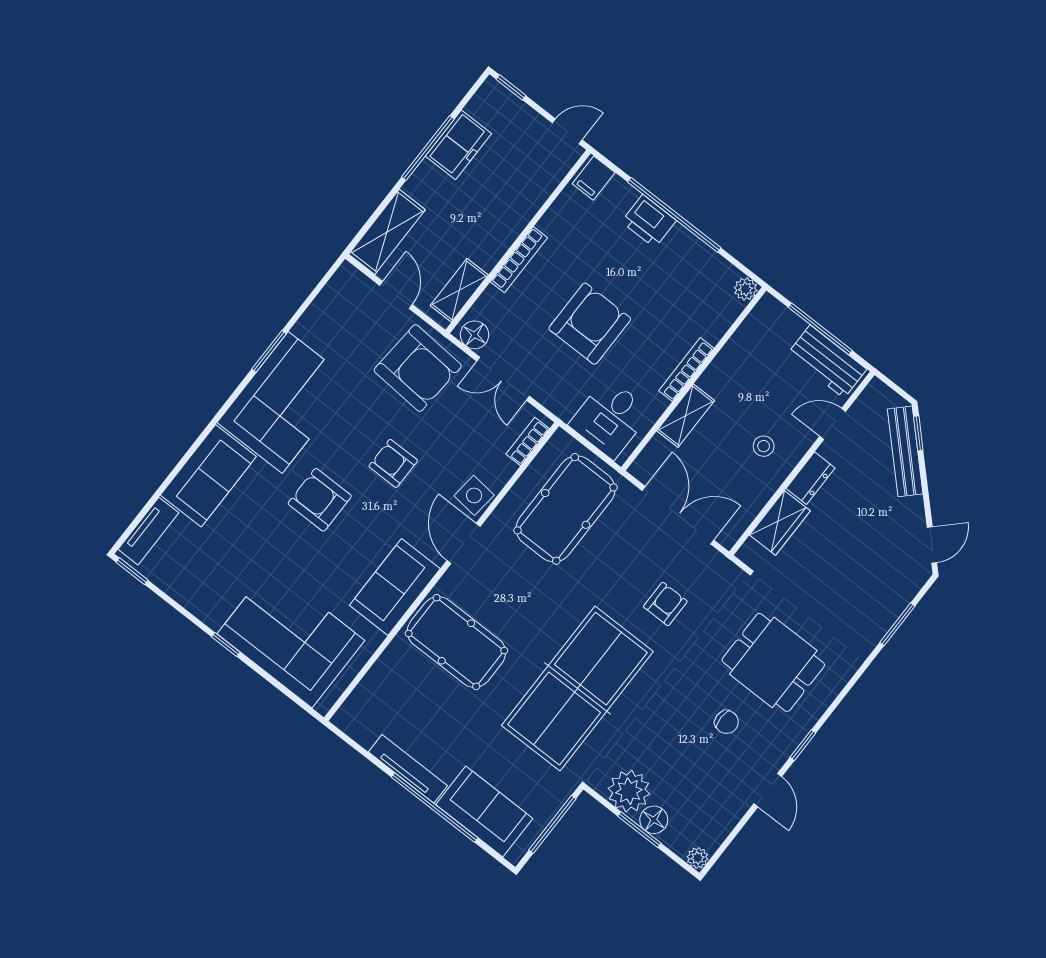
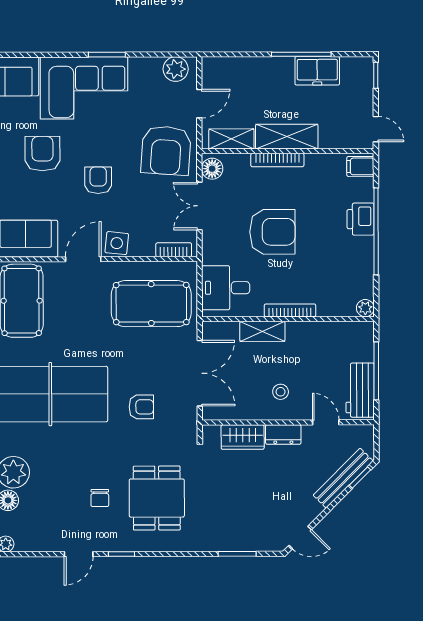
shelving: (387, 232) -> (287, 137), moved
plant: (340, 291) -> (176, 69), added

